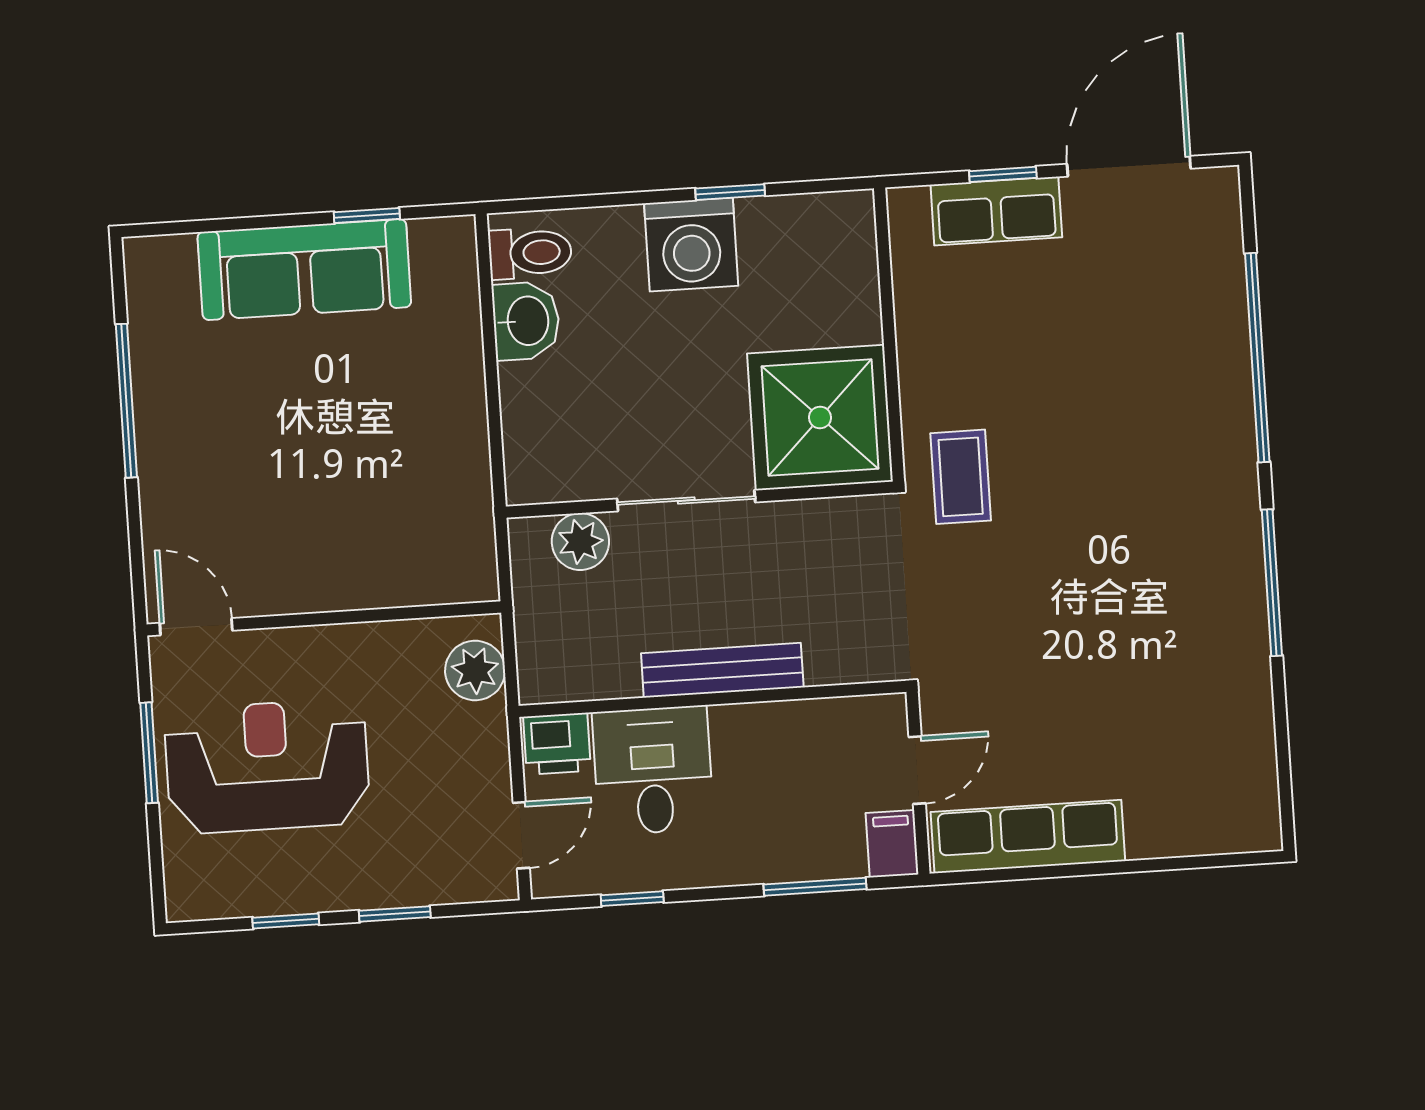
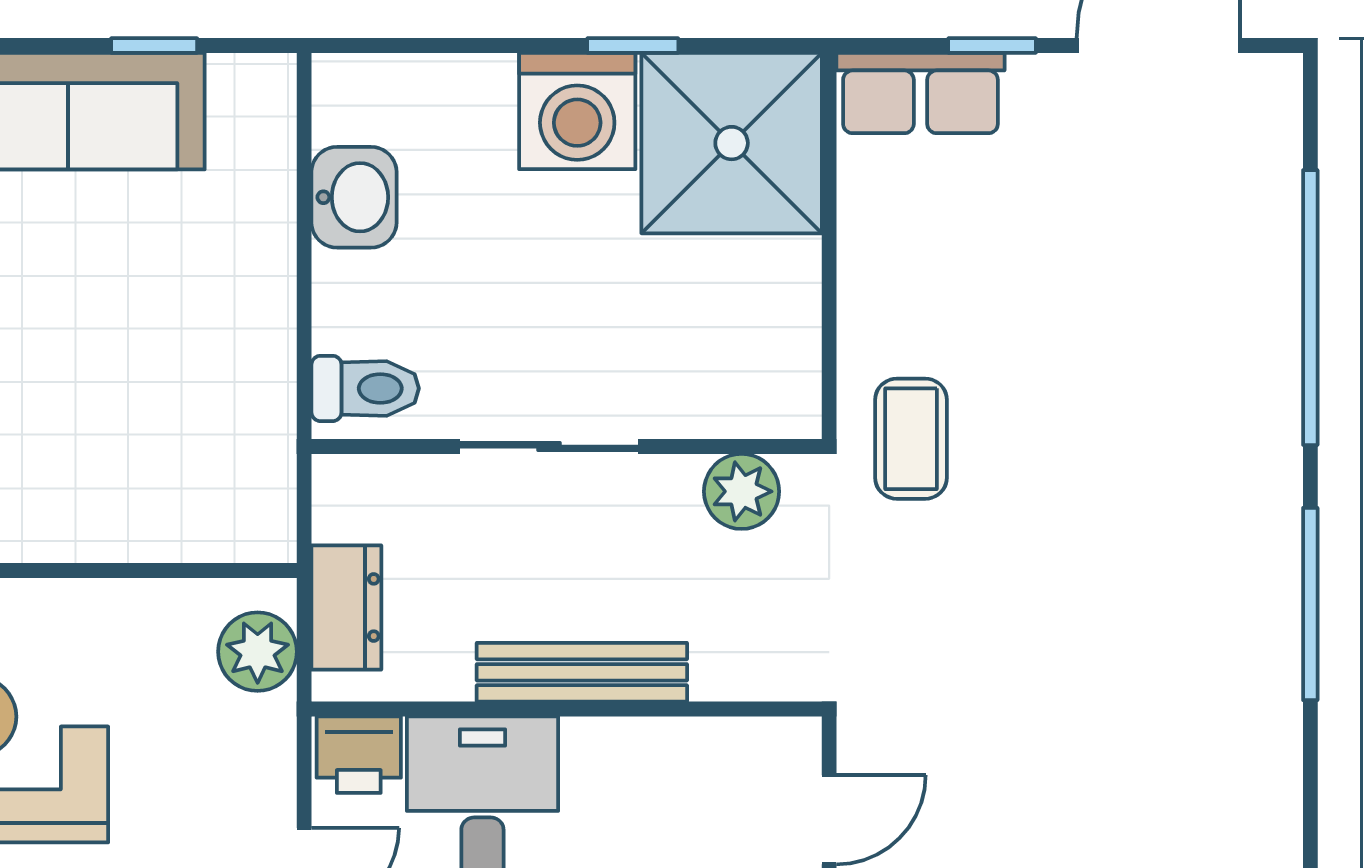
row of seats: (996, 211) -> (920, 93), moved
toilet: (530, 253) -> (365, 388), moved
shower: (820, 418) -> (732, 143), moved
plant: (580, 542) -> (742, 491), moved
dresser: (540, 633) -> (346, 608), added

